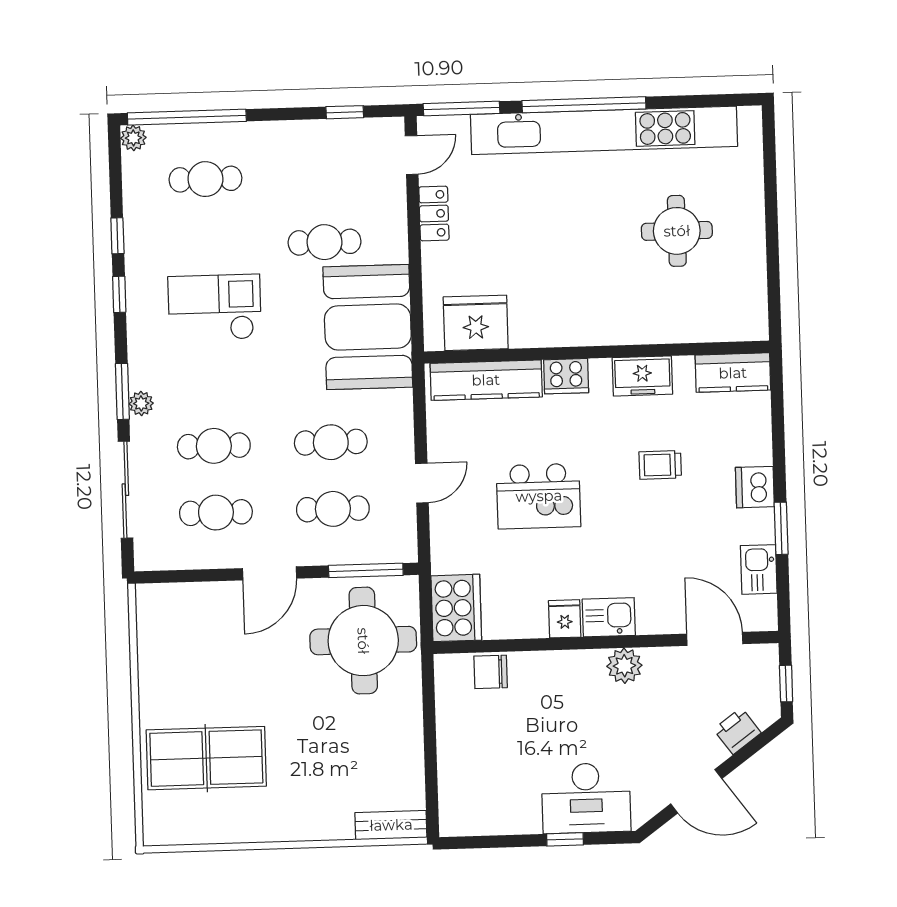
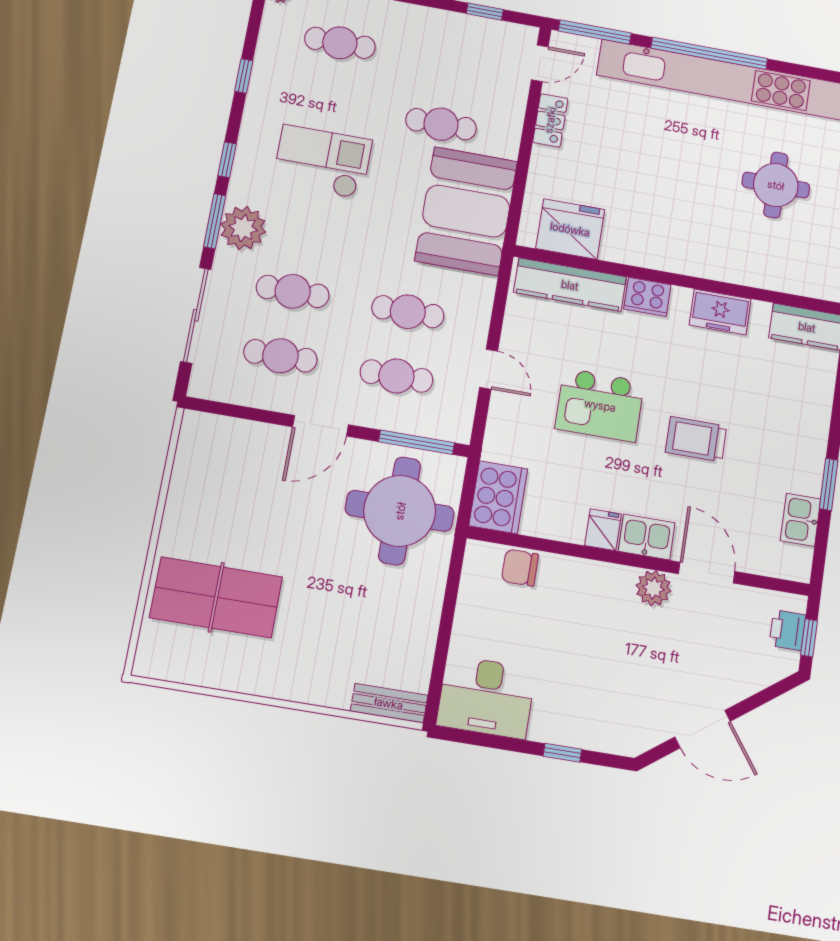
window: (119, 294) -> (227, 160), moved
plant: (141, 403) -> (243, 228), width x1.87, depth x1.87
trolley: (660, 465) -> (696, 439), moved, width x1.36, depth x1.39
door: (422, 483) -> (489, 369), hinge flipped
dishwasher: (755, 487) -> (810, 440), removed
door: (715, 639) -> (707, 573), moved
printer: (737, 731) -> (787, 630), moved, turned -54
desk: (586, 798) -> (486, 697), moved

